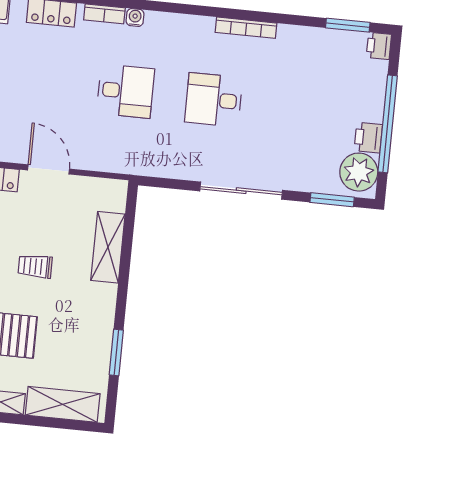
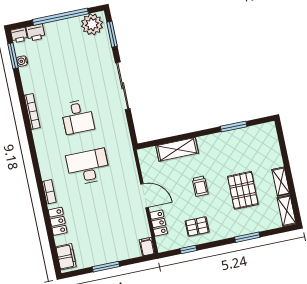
water cooler: (135, 17) -> (22, 61), moved
desk: (126, 91) -> (88, 167), width x1.37
printer: (368, 138) -> (36, 32), moved
door: (49, 169) -> (145, 196), swing flipped
shelving: (63, 404) -> (271, 147), removed

